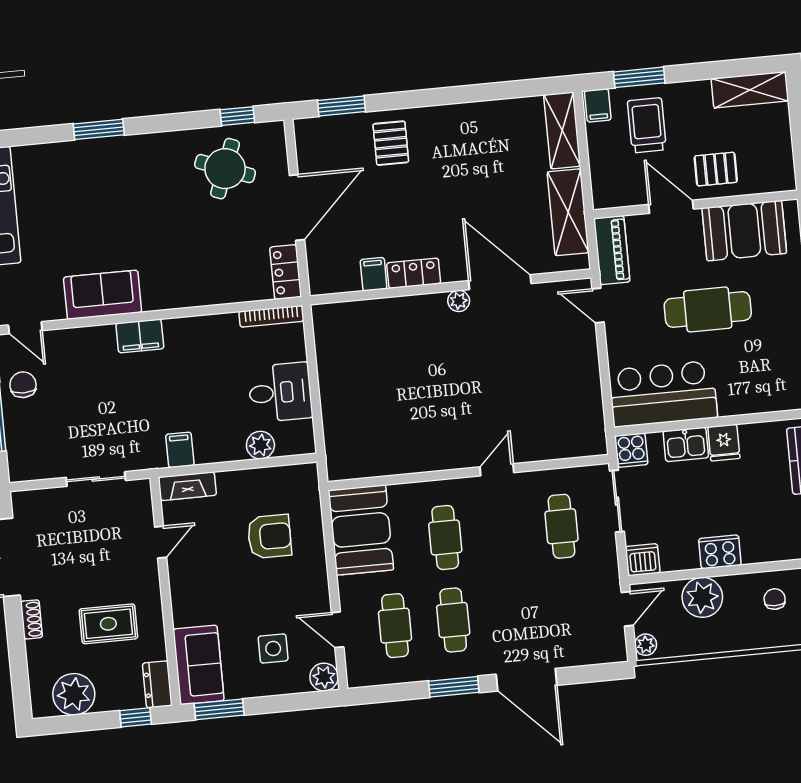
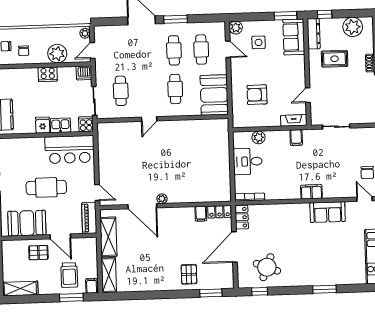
locker: (414, 273) -> (219, 212), moved
dresser: (157, 684) -> (314, 34), width x1.44

